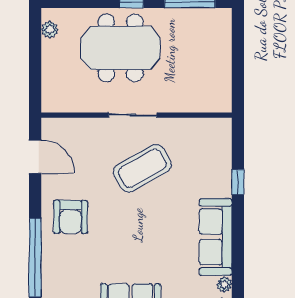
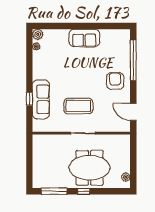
coffee table: (142, 168) -> (78, 106), turned 30
sofa: (216, 237) -> (41, 99), moved

